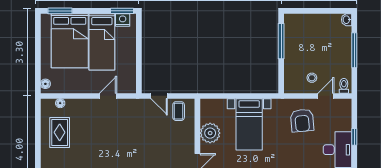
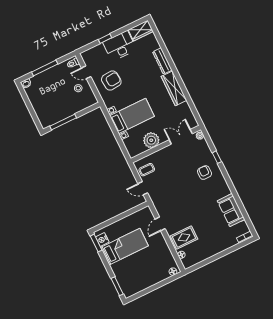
bed: (70, 41) -> (135, 269), removed
door: (108, 96) -> (160, 224), hinge flipped
door: (159, 96) -> (143, 188), swing flipped
rug: (60, 132) -> (184, 237), moved

